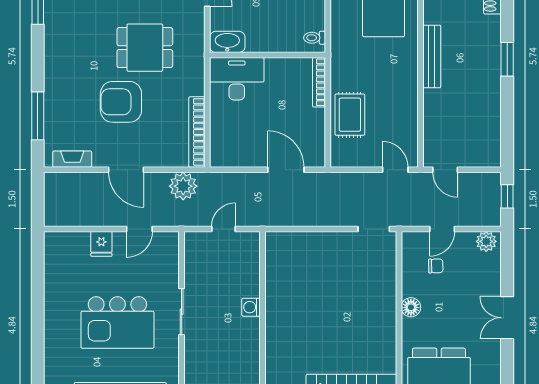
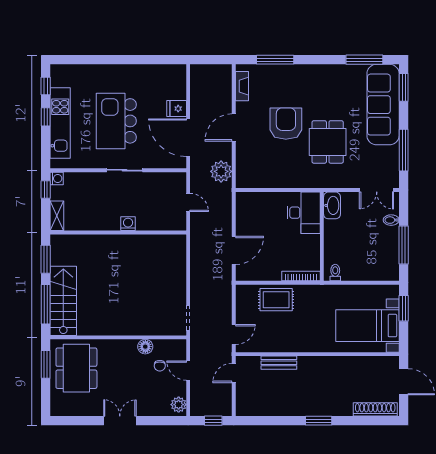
bench: (432, 56) -> (279, 363), moved, width x0.73
bookcase: (197, 132) -> (263, 182), removed
door: (139, 229) -> (188, 138), width x1.87
floor lamp: (411, 307) -> (145, 347), moved

